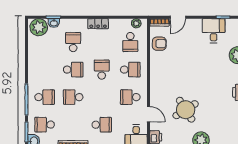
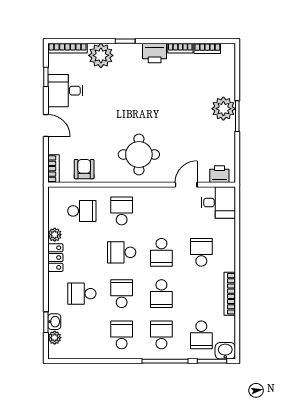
door: (178, 17) -> (46, 125), moved
plant: (136, 23) -> (55, 235), moved
plant: (39, 27) -> (55, 338), width x0.53, depth x0.53
school desk: (45, 70) -> (122, 335), added
school desk: (130, 97) -> (161, 252), moved
round table: (186, 110) -> (139, 154), moved, turned 32

